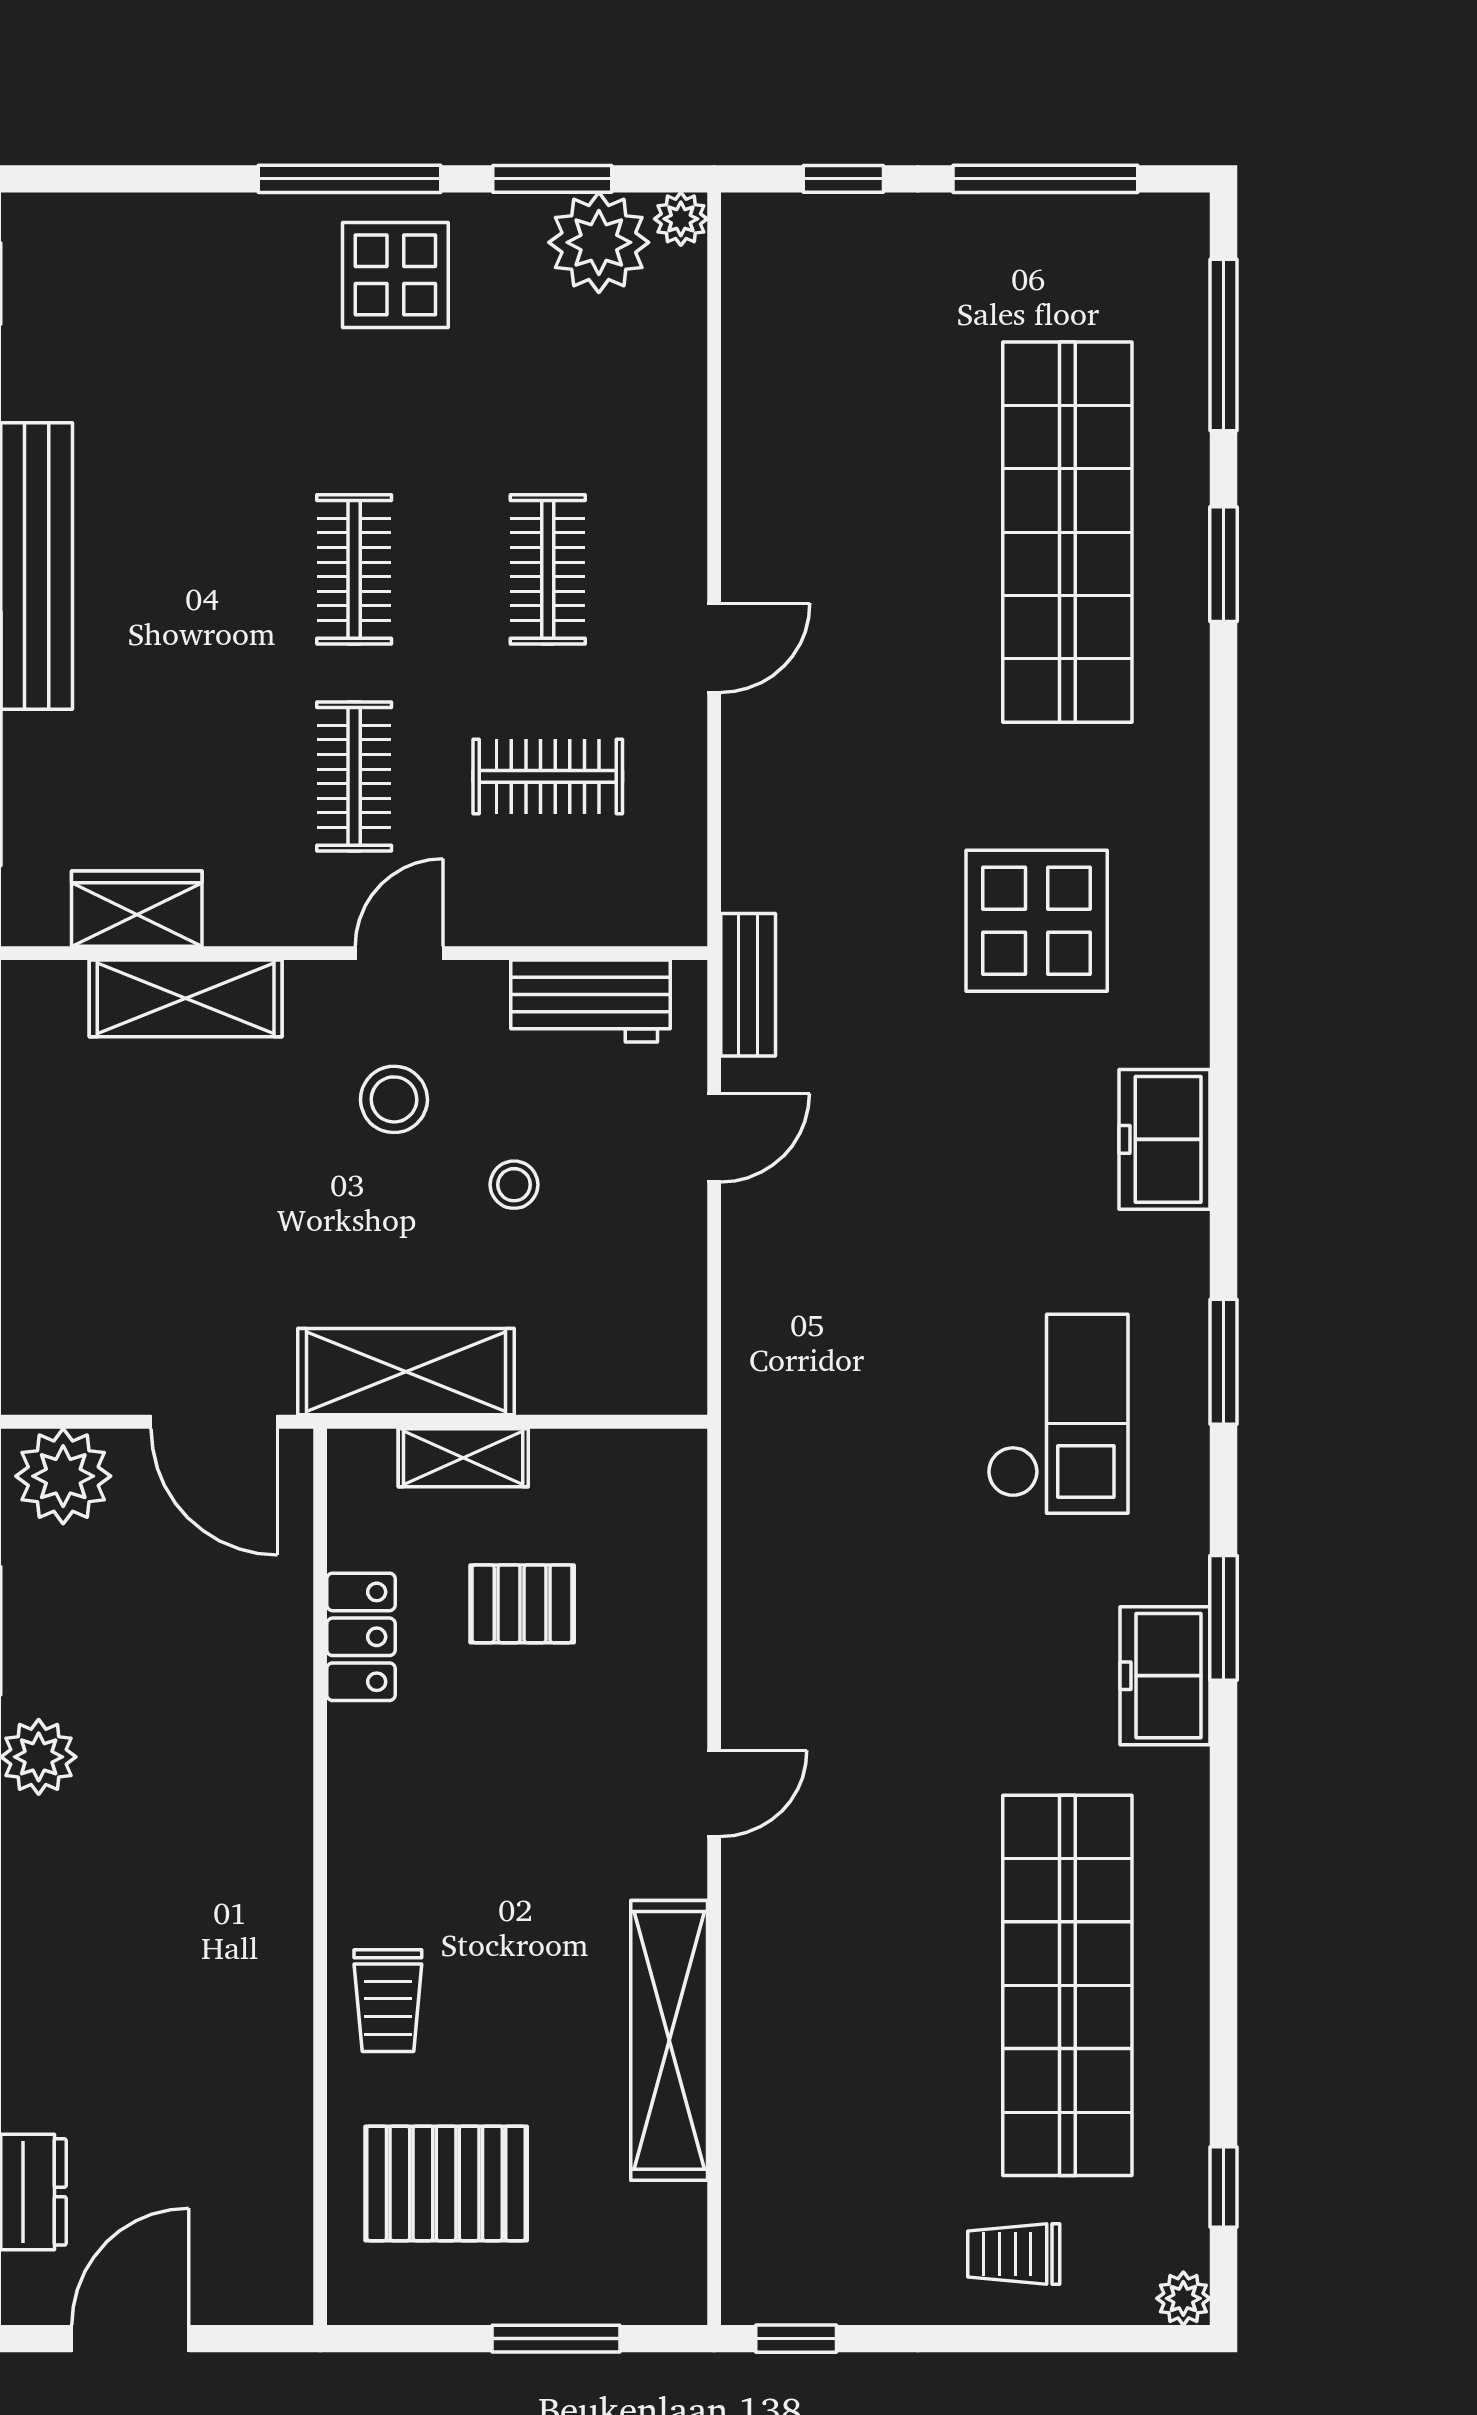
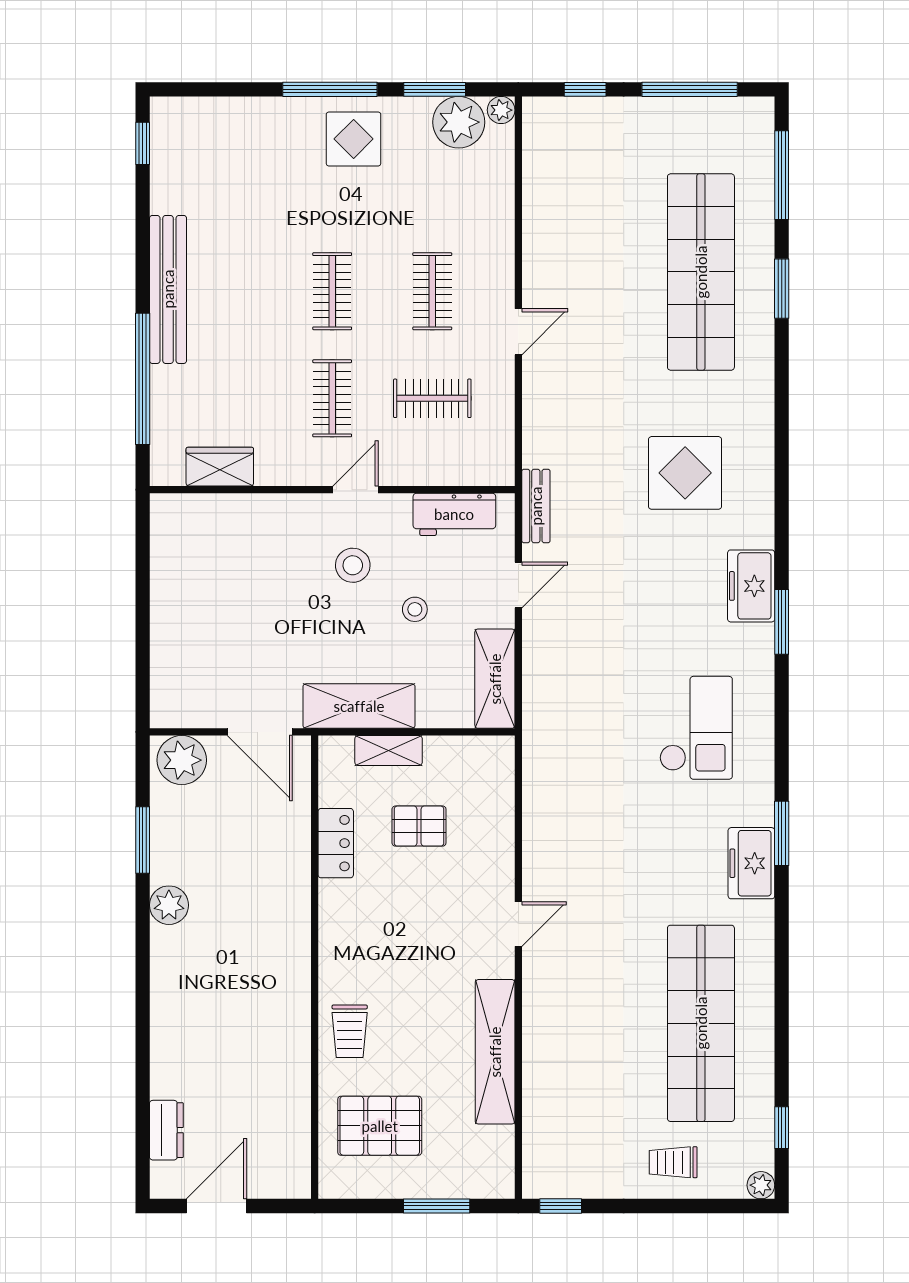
shelving: (186, 998) -> (495, 679), moved, turned 90
window: (1223, 1362) -> (782, 622), moved

